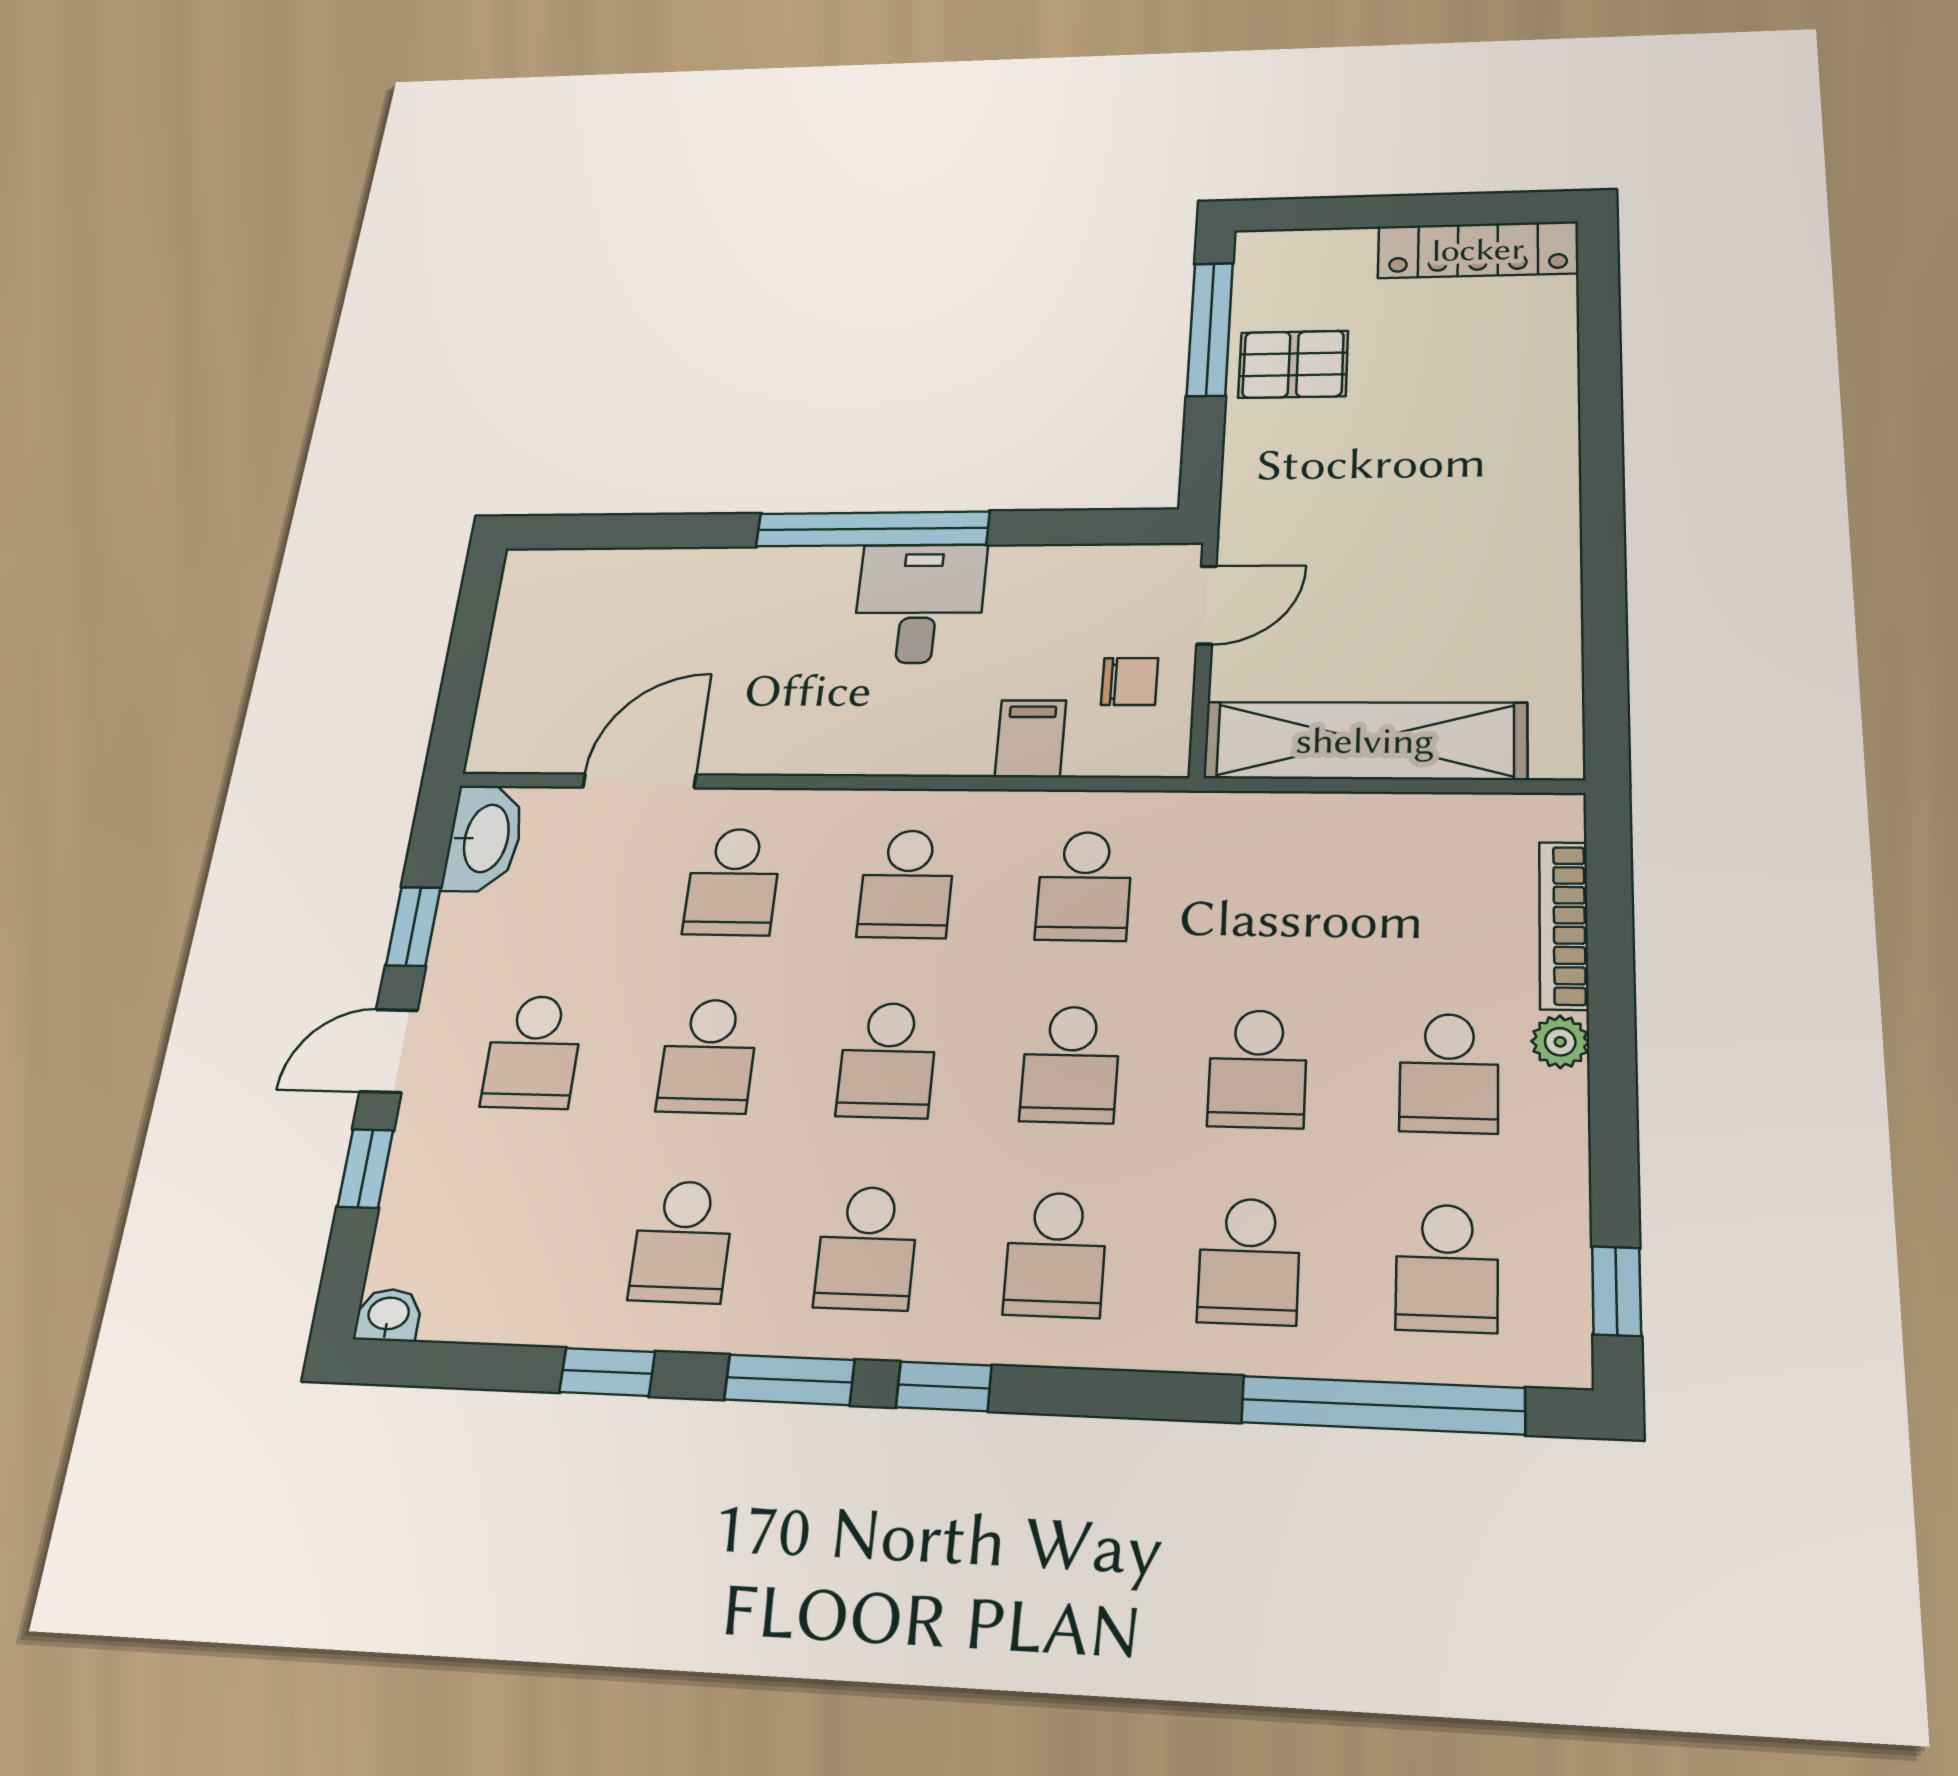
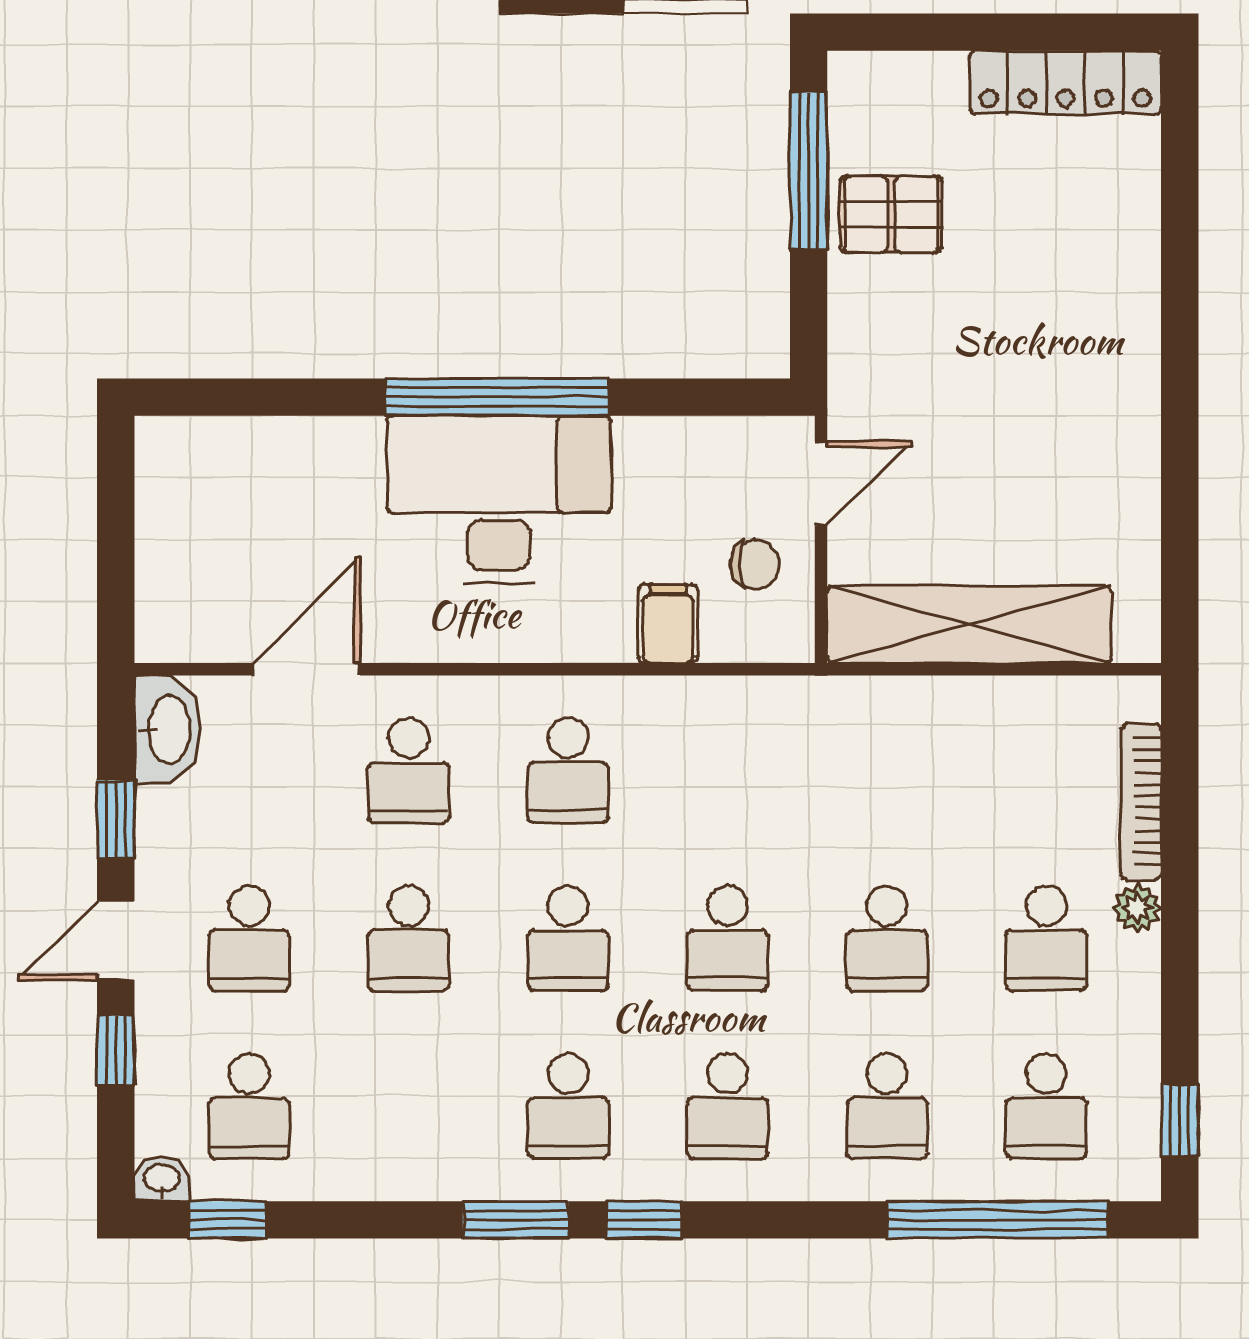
desk: (920, 603) -> (499, 499), width x1.87, depth x1.30
school desk: (1084, 886) -> (727, 771), removed
school desk: (682, 1242) -> (249, 1106), moved
window: (607, 1372) -> (228, 1220), moved

